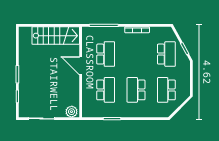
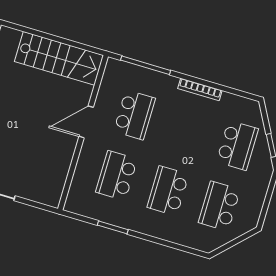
door: (81, 66) -> (86, 122), hinge flipped
school desk: (106, 90) -> (116, 176), turned 180
plant: (72, 112) -> (48, 195), removed

